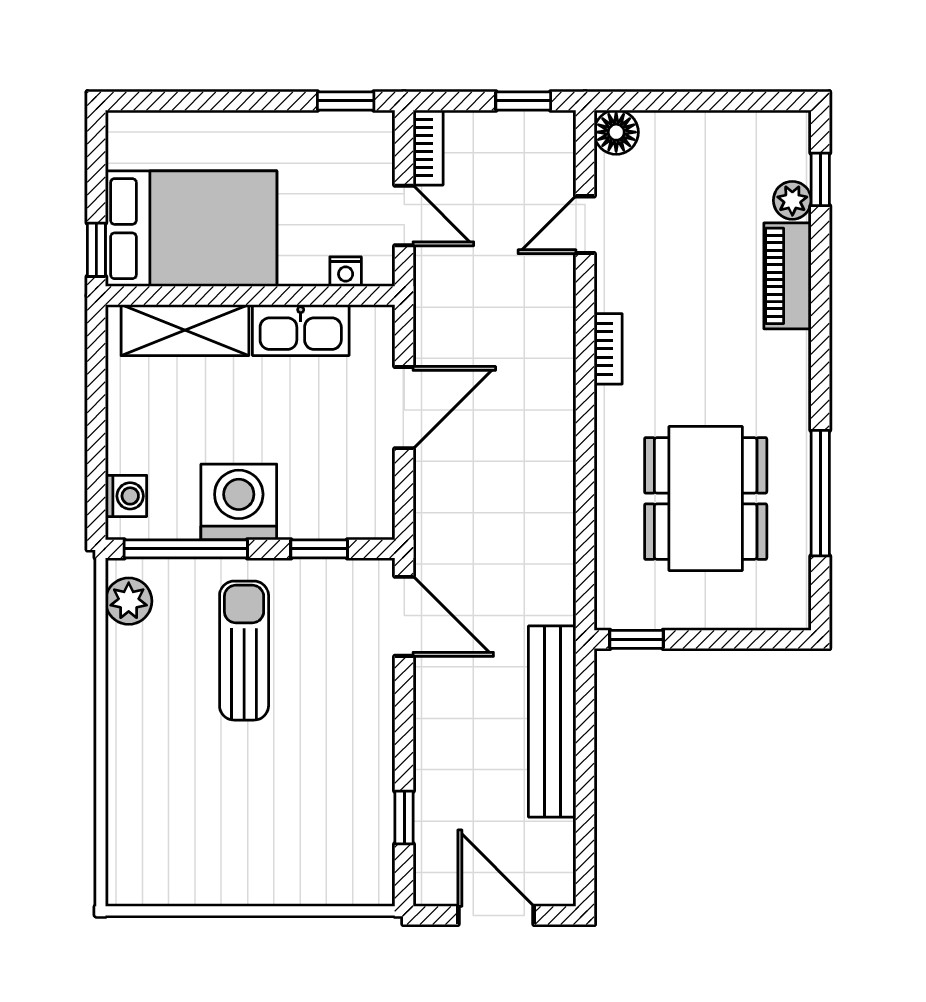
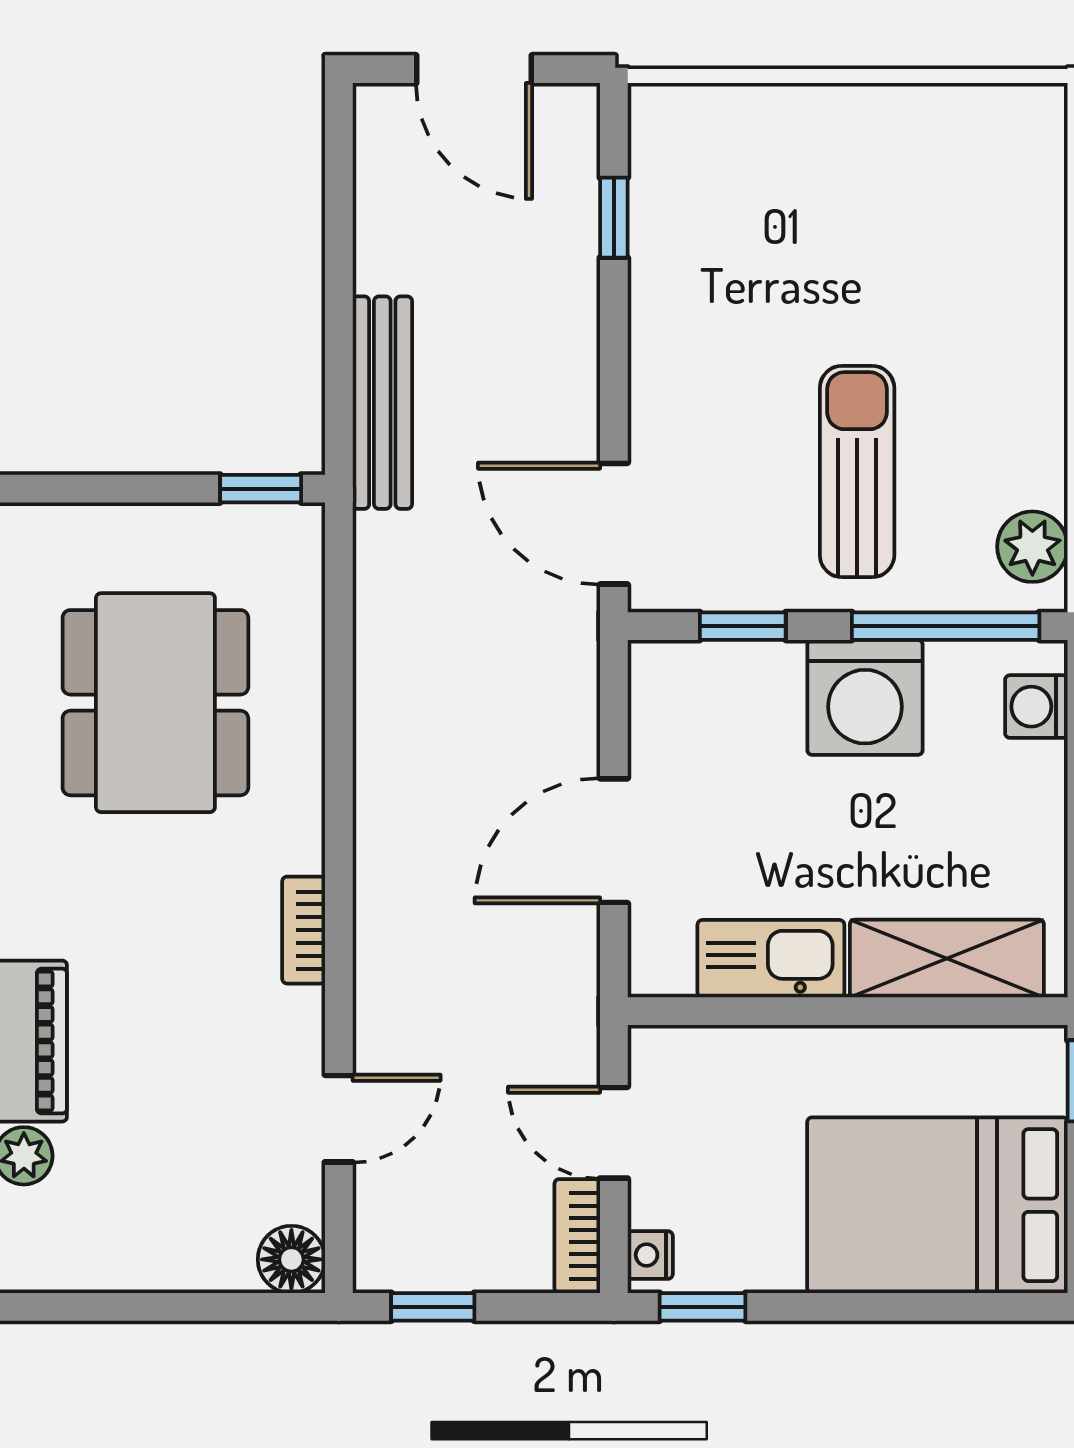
bed: (191, 229) -> (937, 1205), moved
nightstand: (346, 272) -> (650, 1255), moved, turned -90
sun lounger: (244, 651) -> (857, 472), turned 180
bench: (552, 722) -> (382, 403), width x0.73, depth x0.82

